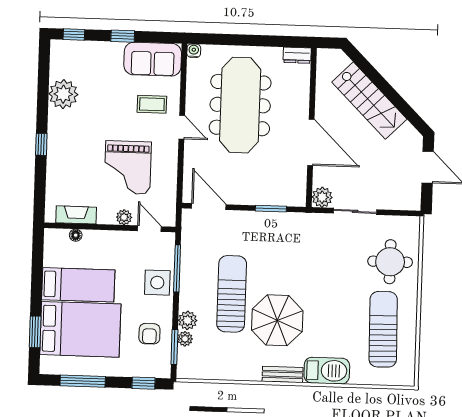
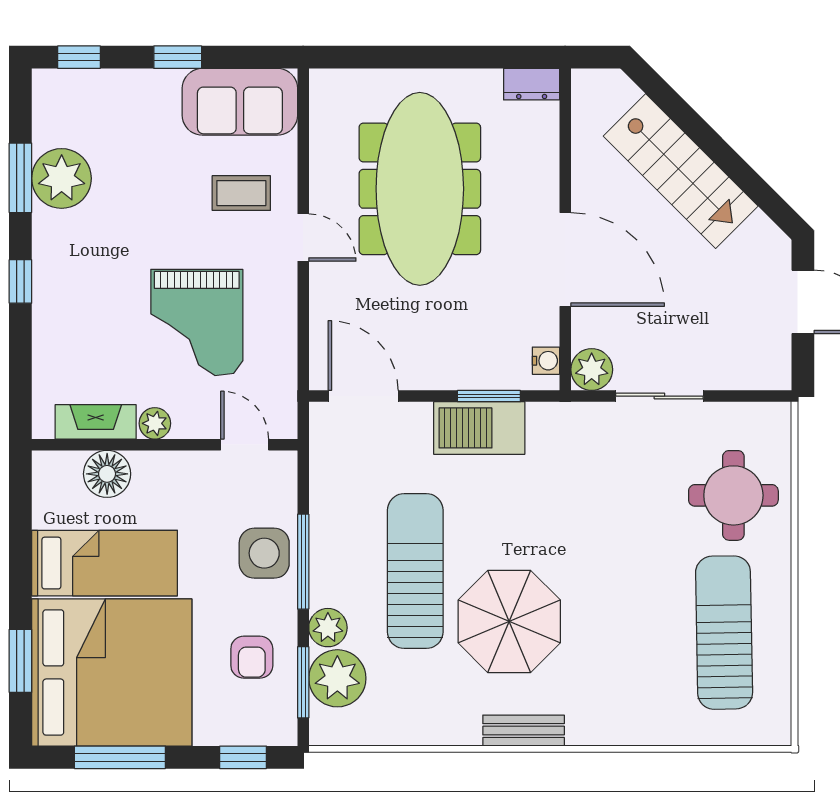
water cooler: (194, 51) -> (546, 361), moved, turned 90
window: (43, 93) -> (20, 178), added
plant: (124, 217) -> (155, 423), moved
floor lamp: (76, 235) -> (107, 474), width x1.89, depth x1.89
window: (177, 268) -> (303, 562), moved
bed: (80, 329) -> (112, 672), width x1.36
plant: (185, 339) -> (337, 678), width x1.88, depth x1.88
barbecue: (327, 371) -> (479, 428), moved, turned 180

